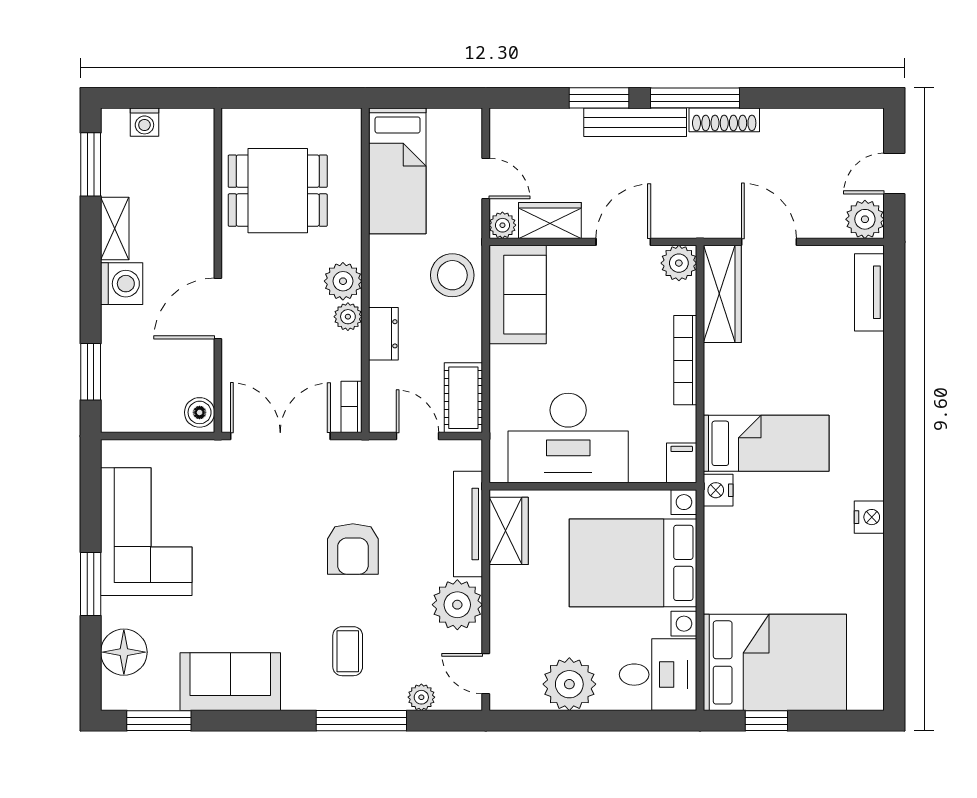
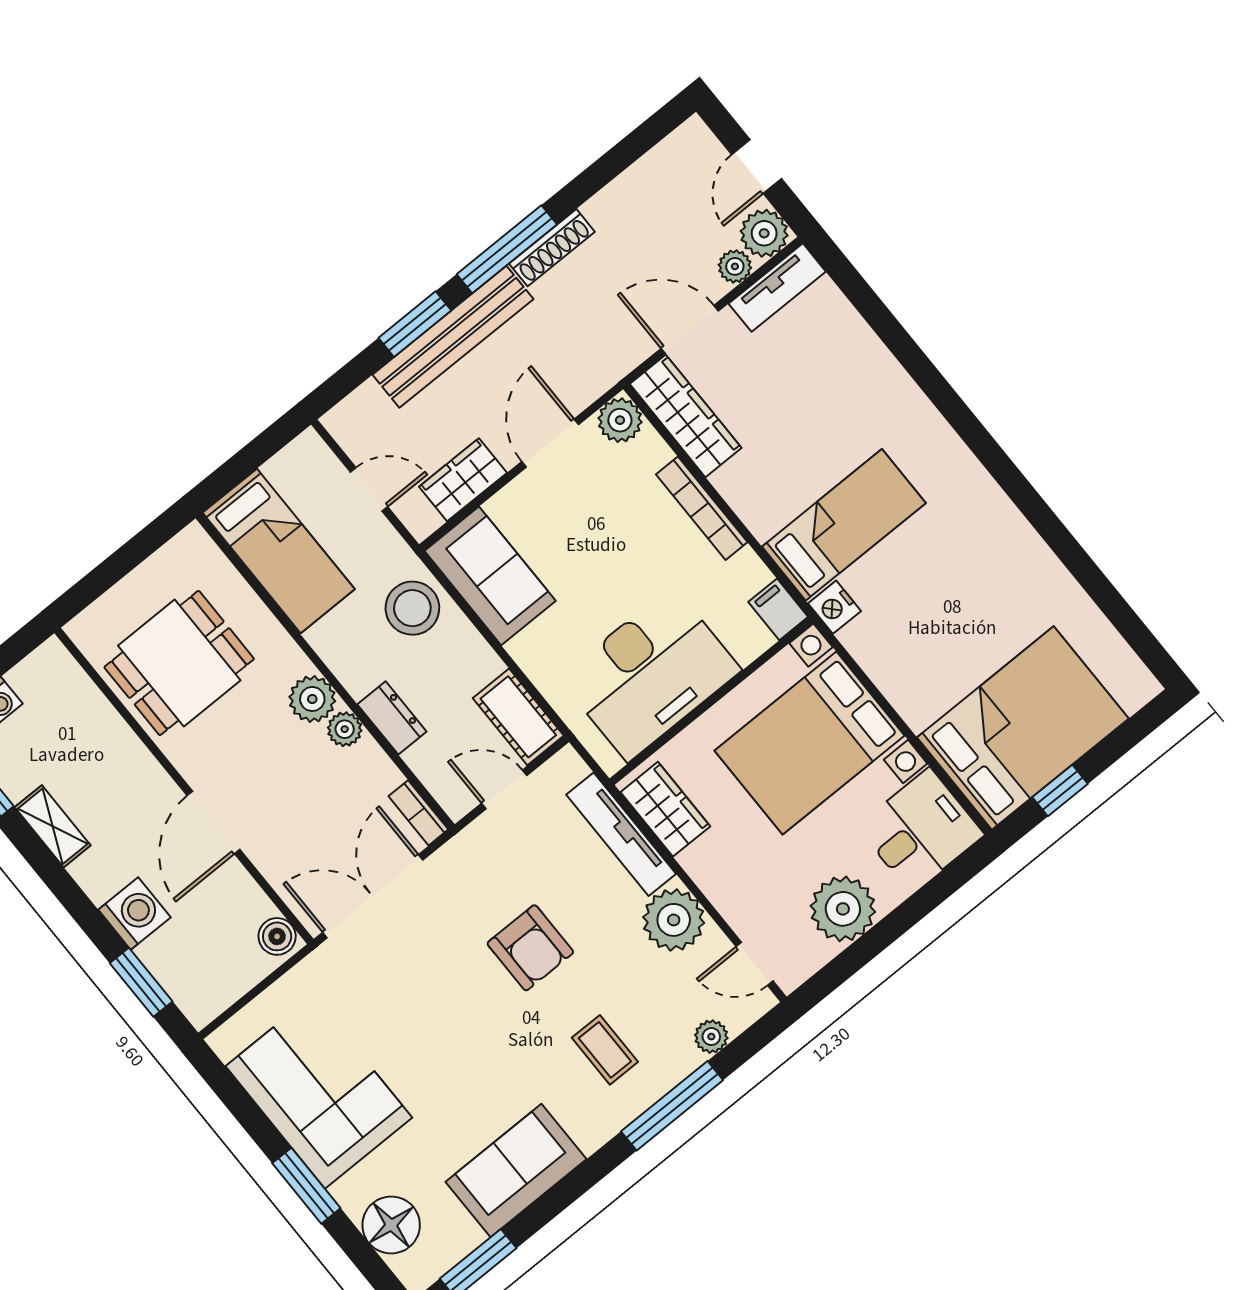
bench: (635, 122) -> (453, 337), width x1.37, depth x1.21
plant: (502, 225) -> (735, 266), moved
washing machine: (122, 284) -> (134, 913), moved
tv unit: (869, 292) -> (777, 288), moved, turned -90
nightstand: (869, 517) -> (1000, 515), removed

